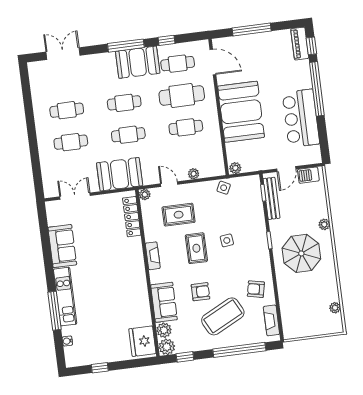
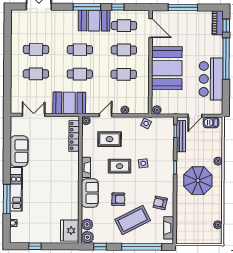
cafe table: (182, 95) -> (124, 50), width x0.73, depth x0.74
door: (169, 184) -> (106, 115), hinge flipped
rug: (196, 248) -> (120, 166), turned 90
sofa: (164, 302) -> (90, 193), moved

